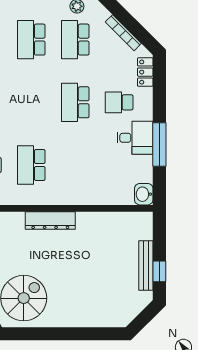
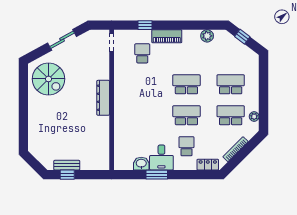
window: (159, 145) -> (157, 175), width x0.69
school desk: (31, 165) -> (186, 84), moved
washbasin: (144, 194) -> (141, 164), moved
bench: (146, 265) -> (67, 165), width x0.73

